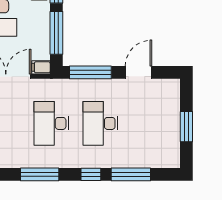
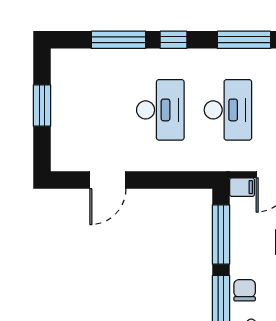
window: (90, 72) -> (174, 180), removed

